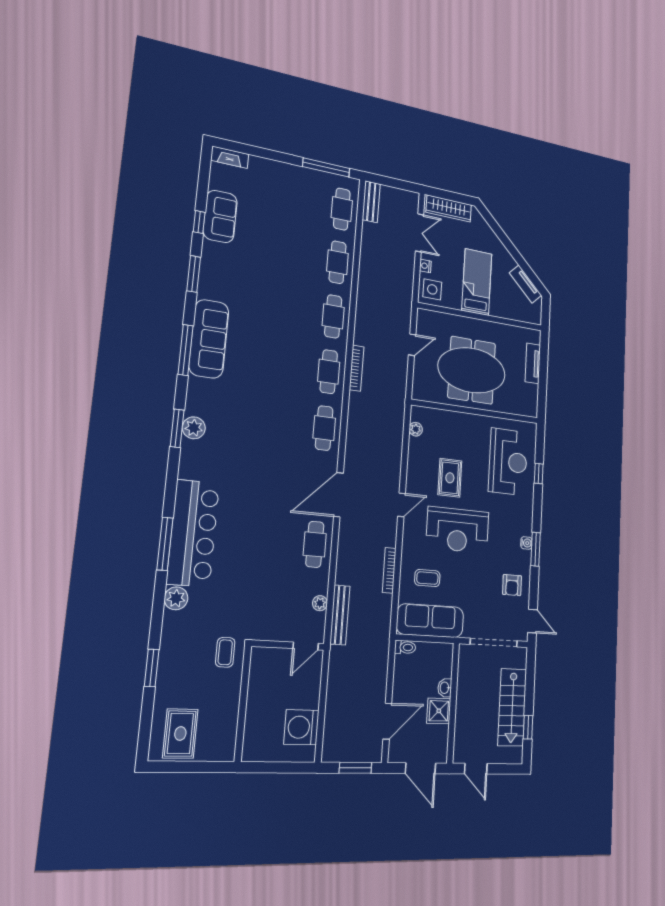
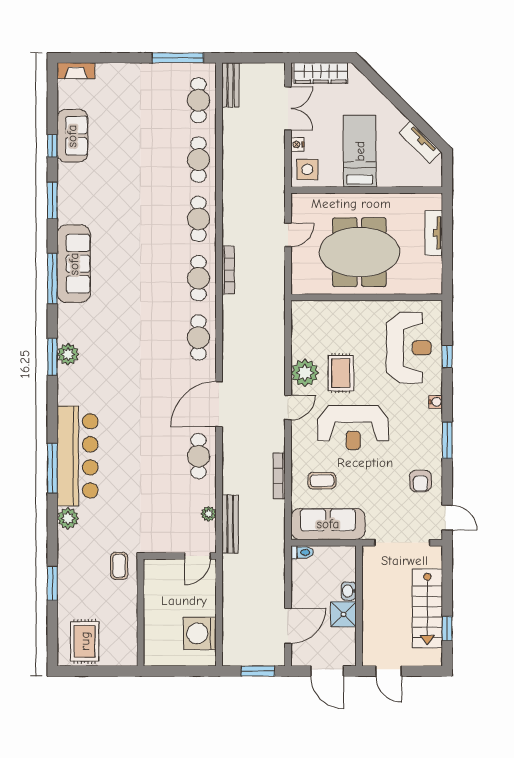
plant: (416, 429) -> (305, 373), moved, width x1.88, depth x1.88
water cooler: (526, 543) -> (436, 402), moved

